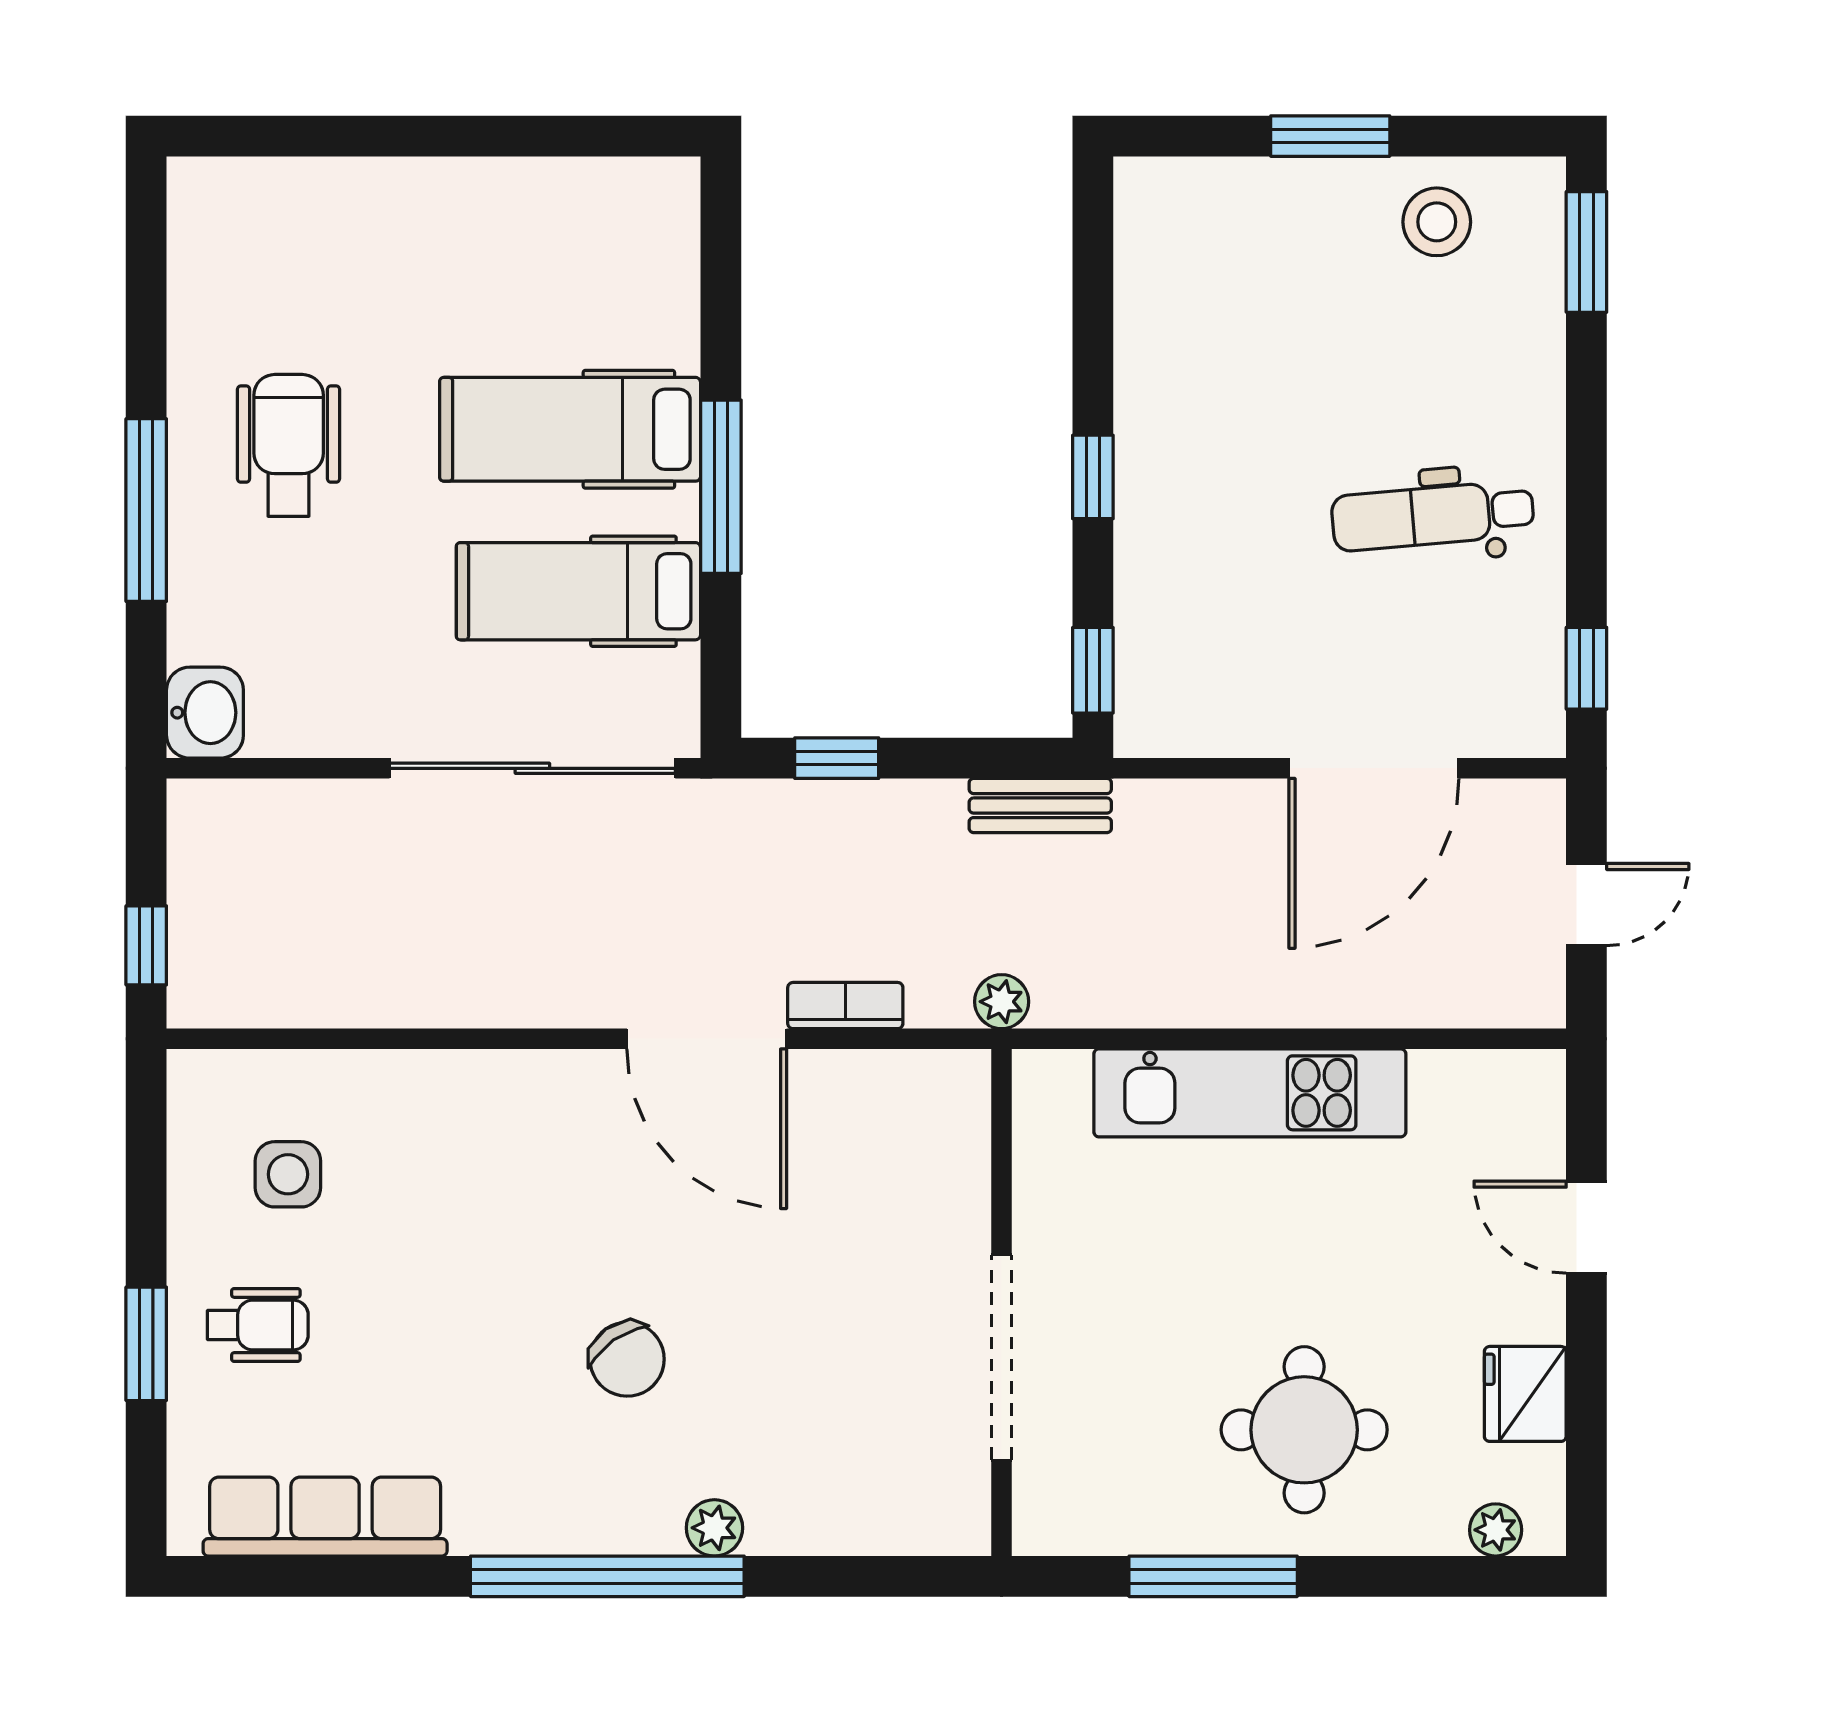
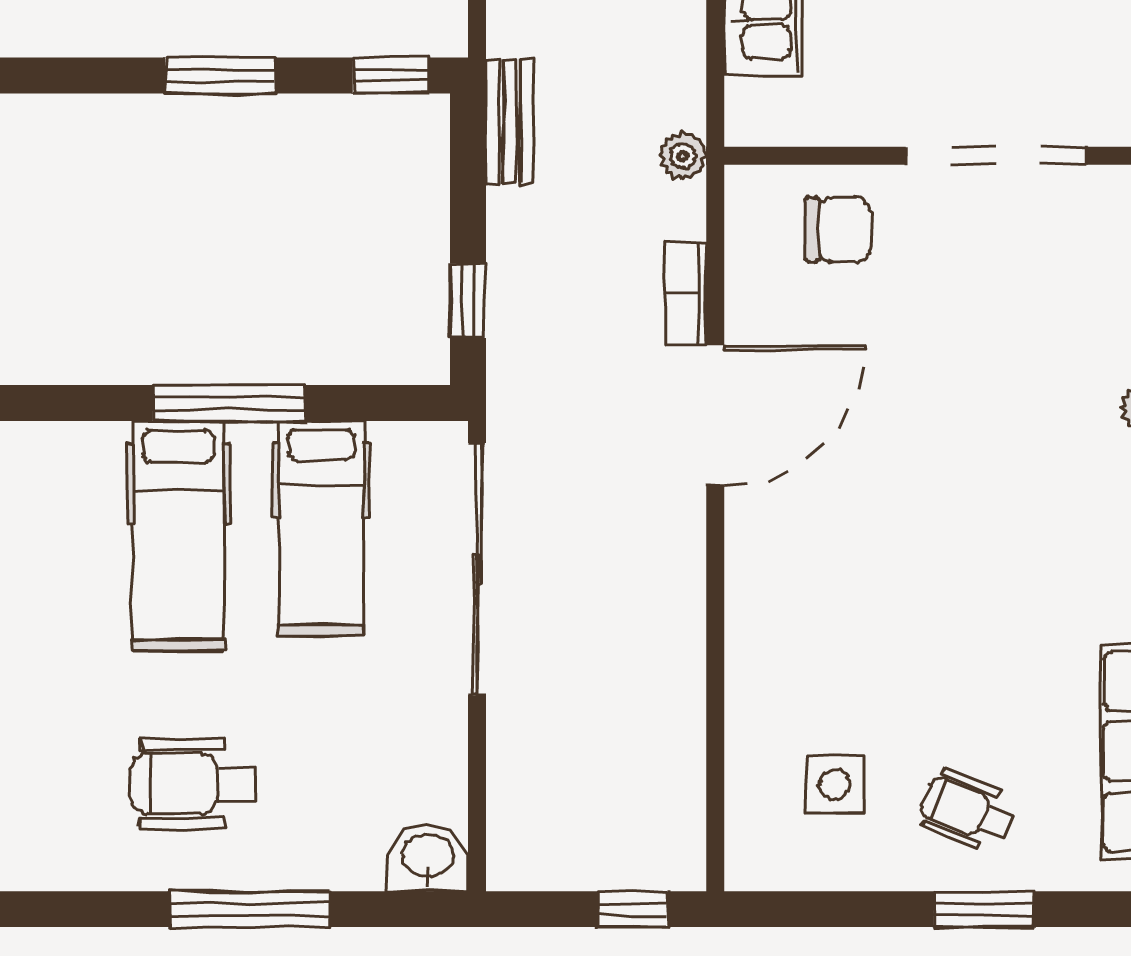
window: (1093, 477) -> (220, 75), width x1.50
wheelchair: (258, 1325) -> (967, 811), turned -68
chair: (627, 1359) -> (838, 230), moved, turned 35

